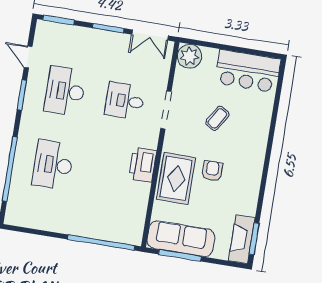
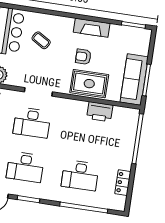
desk: (125, 101) -> (32, 123), width x1.37
coffee table: (217, 118) -> (41, 40), moved
printer: (143, 165) -> (100, 112), moved
locker: (43, 222) -> (123, 183), added
fireplace: (242, 239) -> (92, 28), moved

